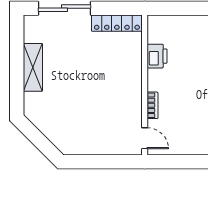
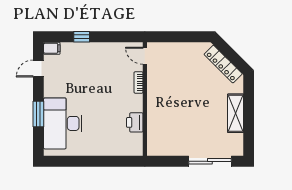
locker: (117, 23) -> (223, 64), moved, turned -135

